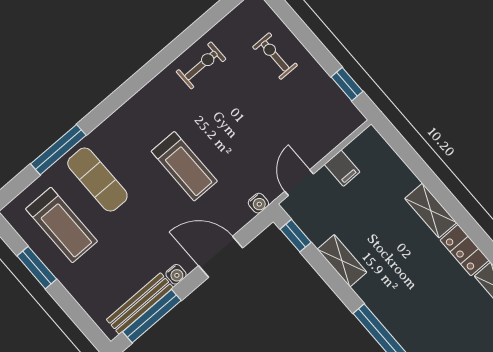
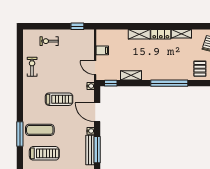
door: (221, 257) -> (97, 112), hinge flipped

